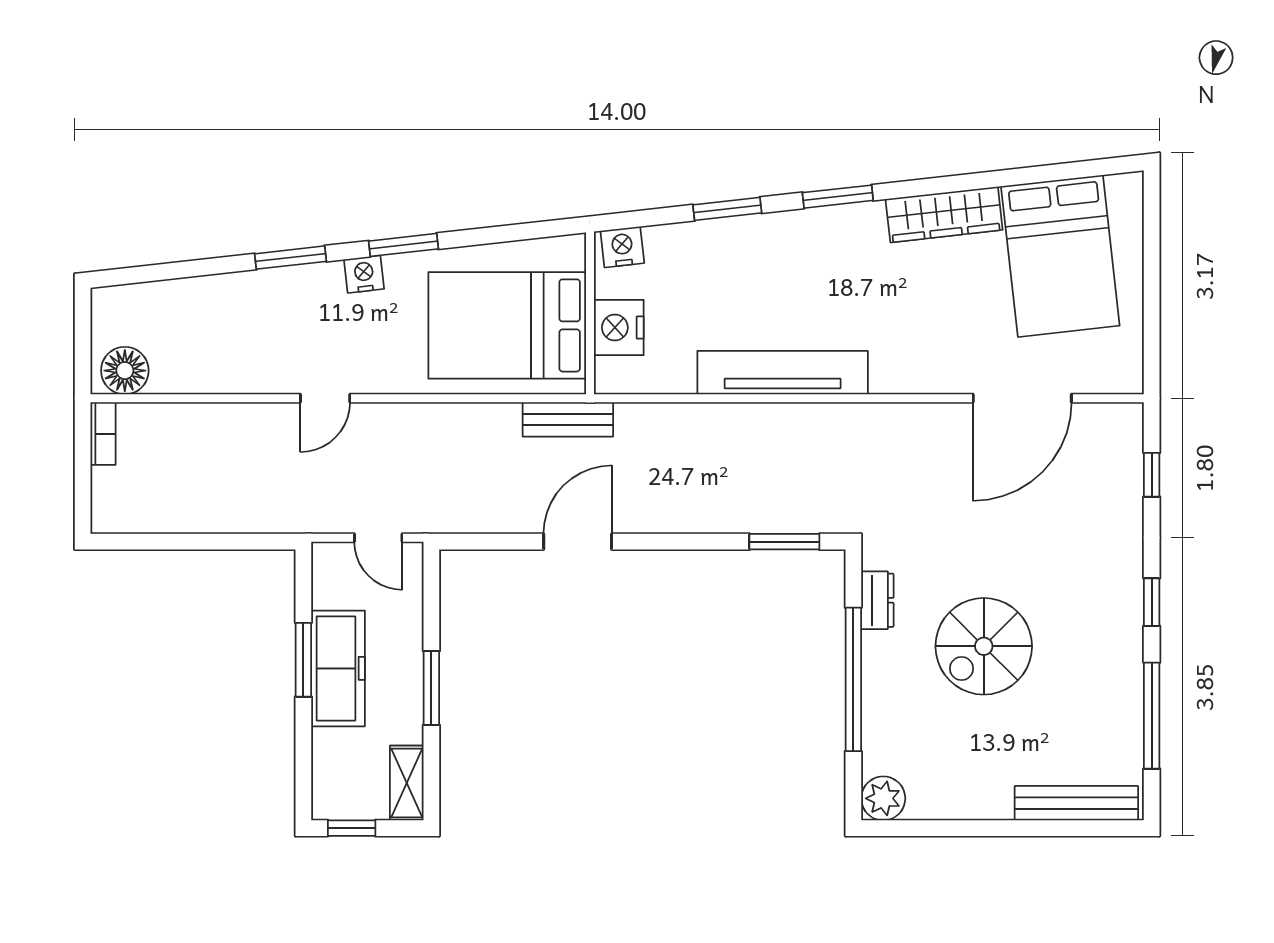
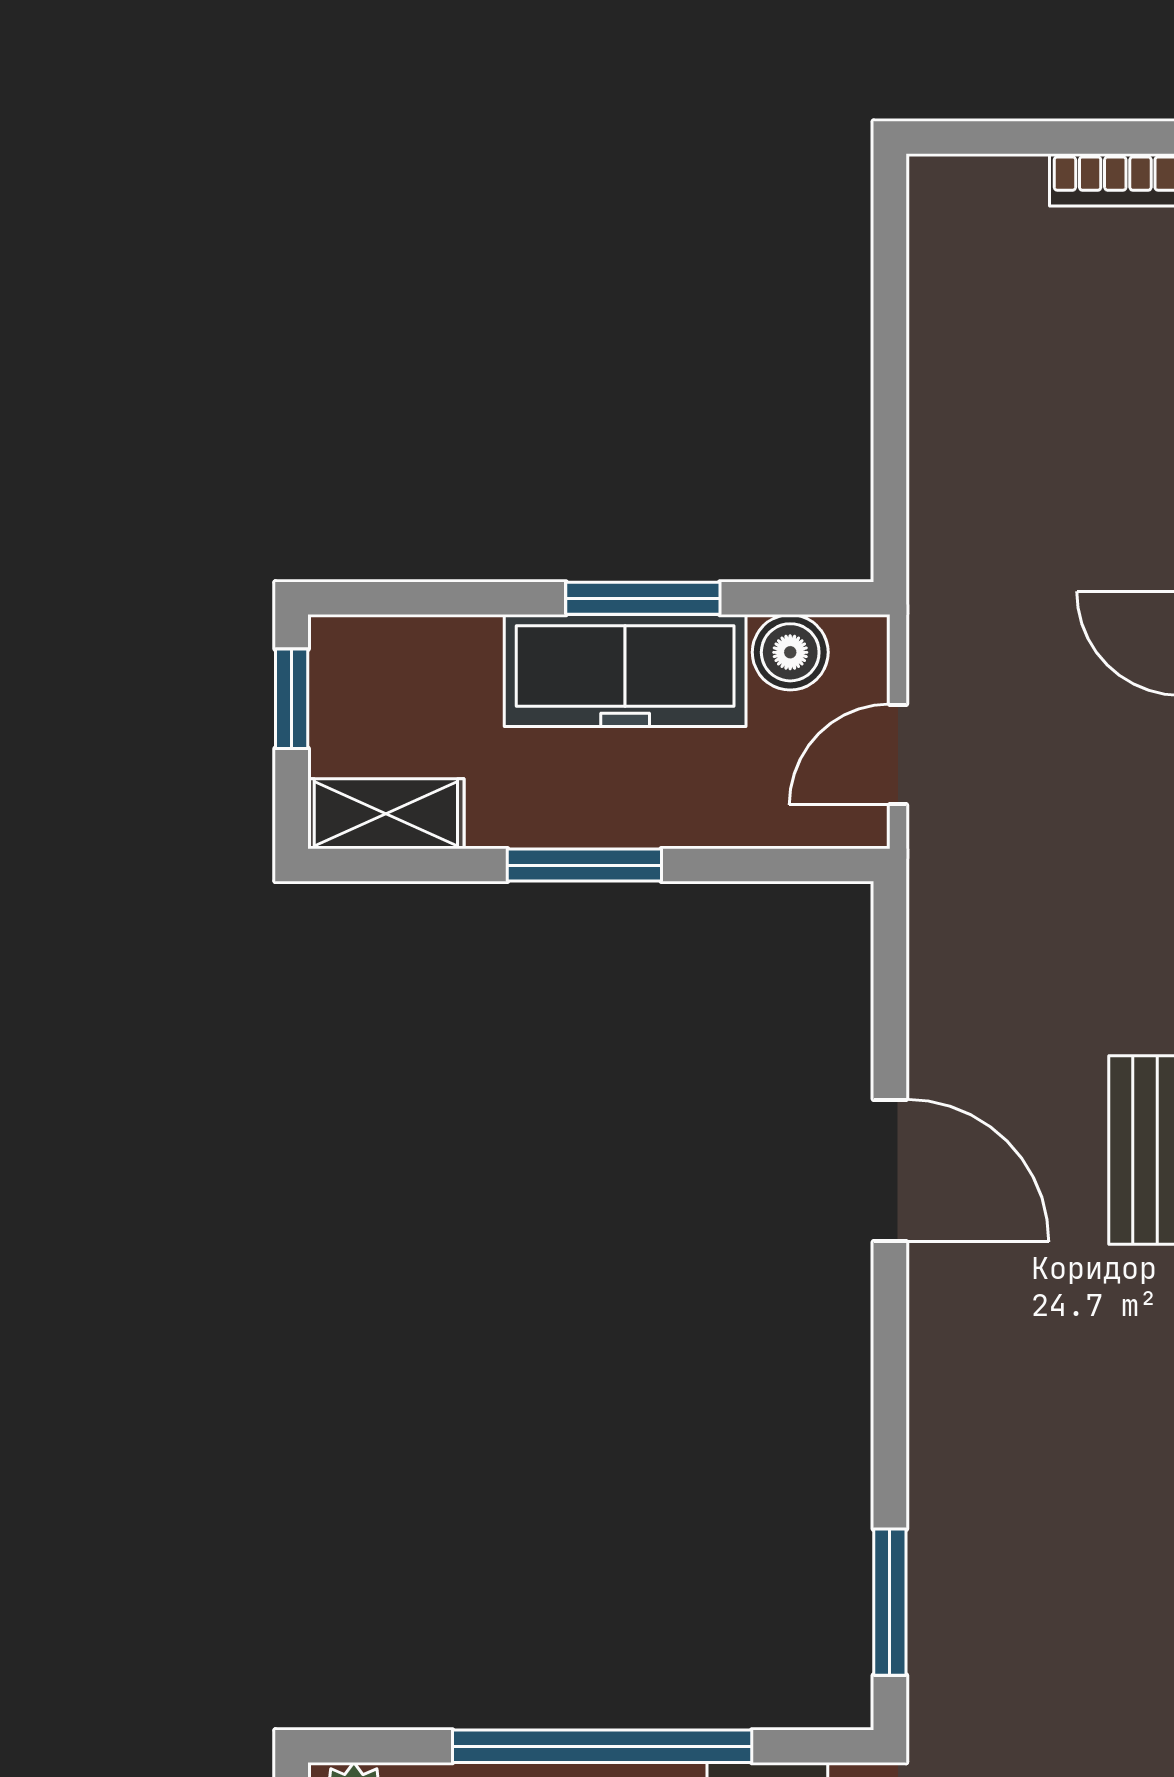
boiler: (329, 589) -> (790, 652), added

